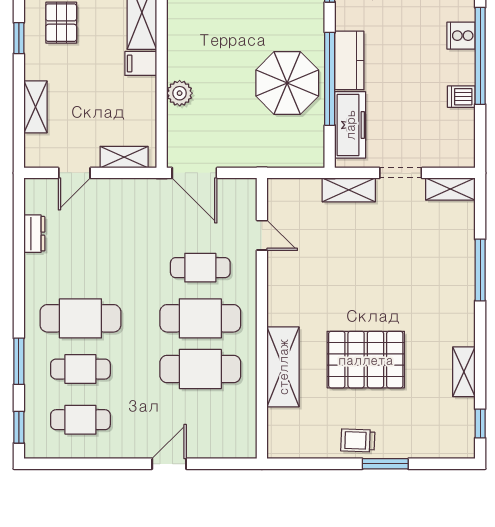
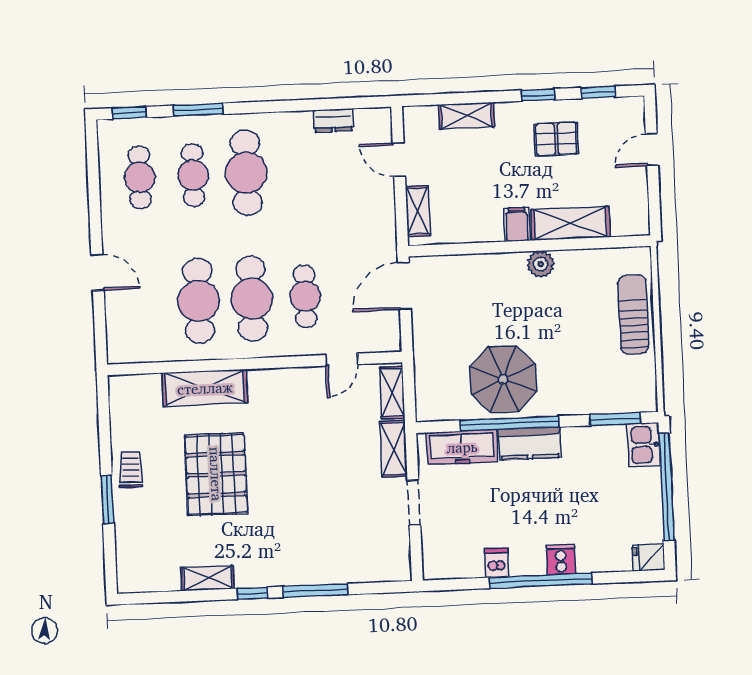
plant: (180, 93) -> (541, 264), moved
shelving: (450, 189) -> (392, 393), moved
window: (480, 424) -> (252, 593), moved

